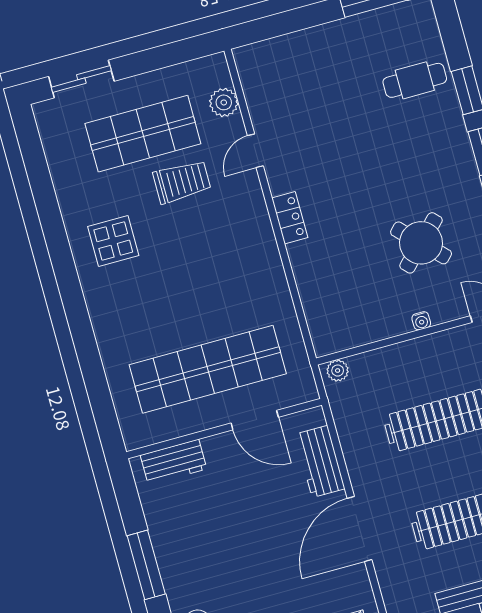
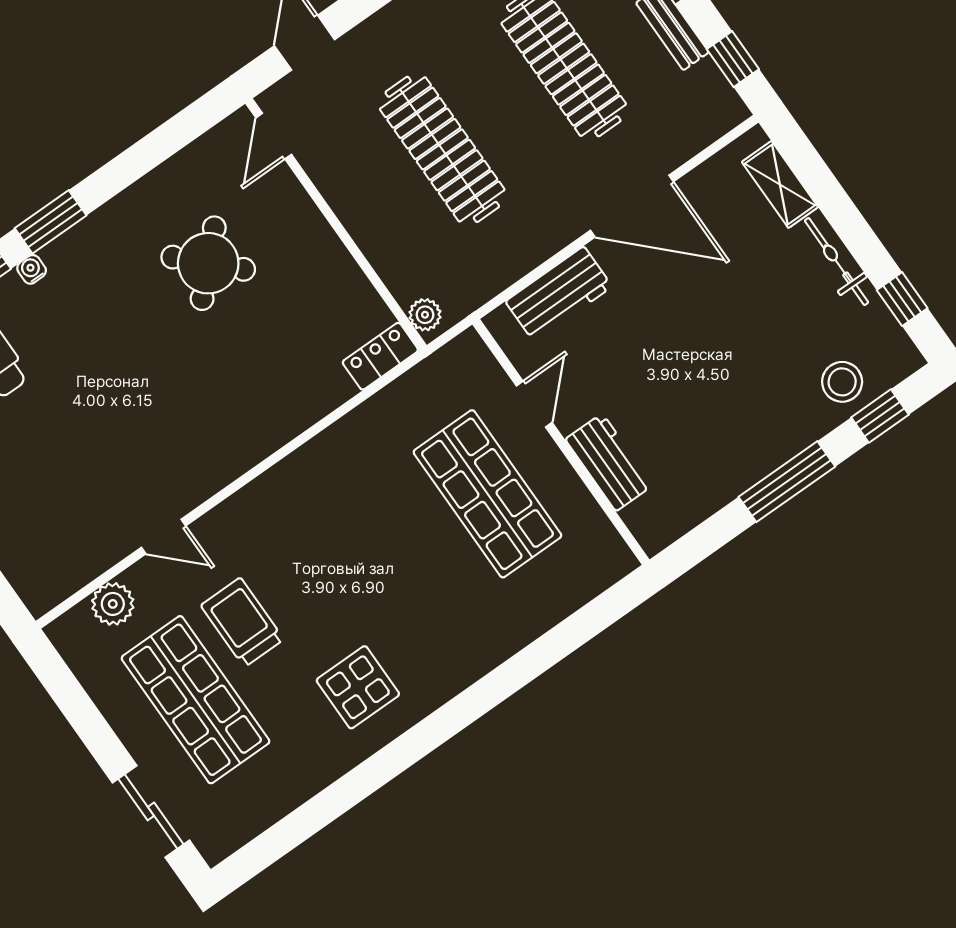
locker: (290, 218) -> (380, 356), moved
water cooler: (421, 321) -> (32, 269), moved, turned -90
shop shelf: (208, 369) -> (487, 494), width x0.71
door: (255, 420) -> (534, 404), width x0.73
workbench: (173, 462) -> (609, 462), moved

